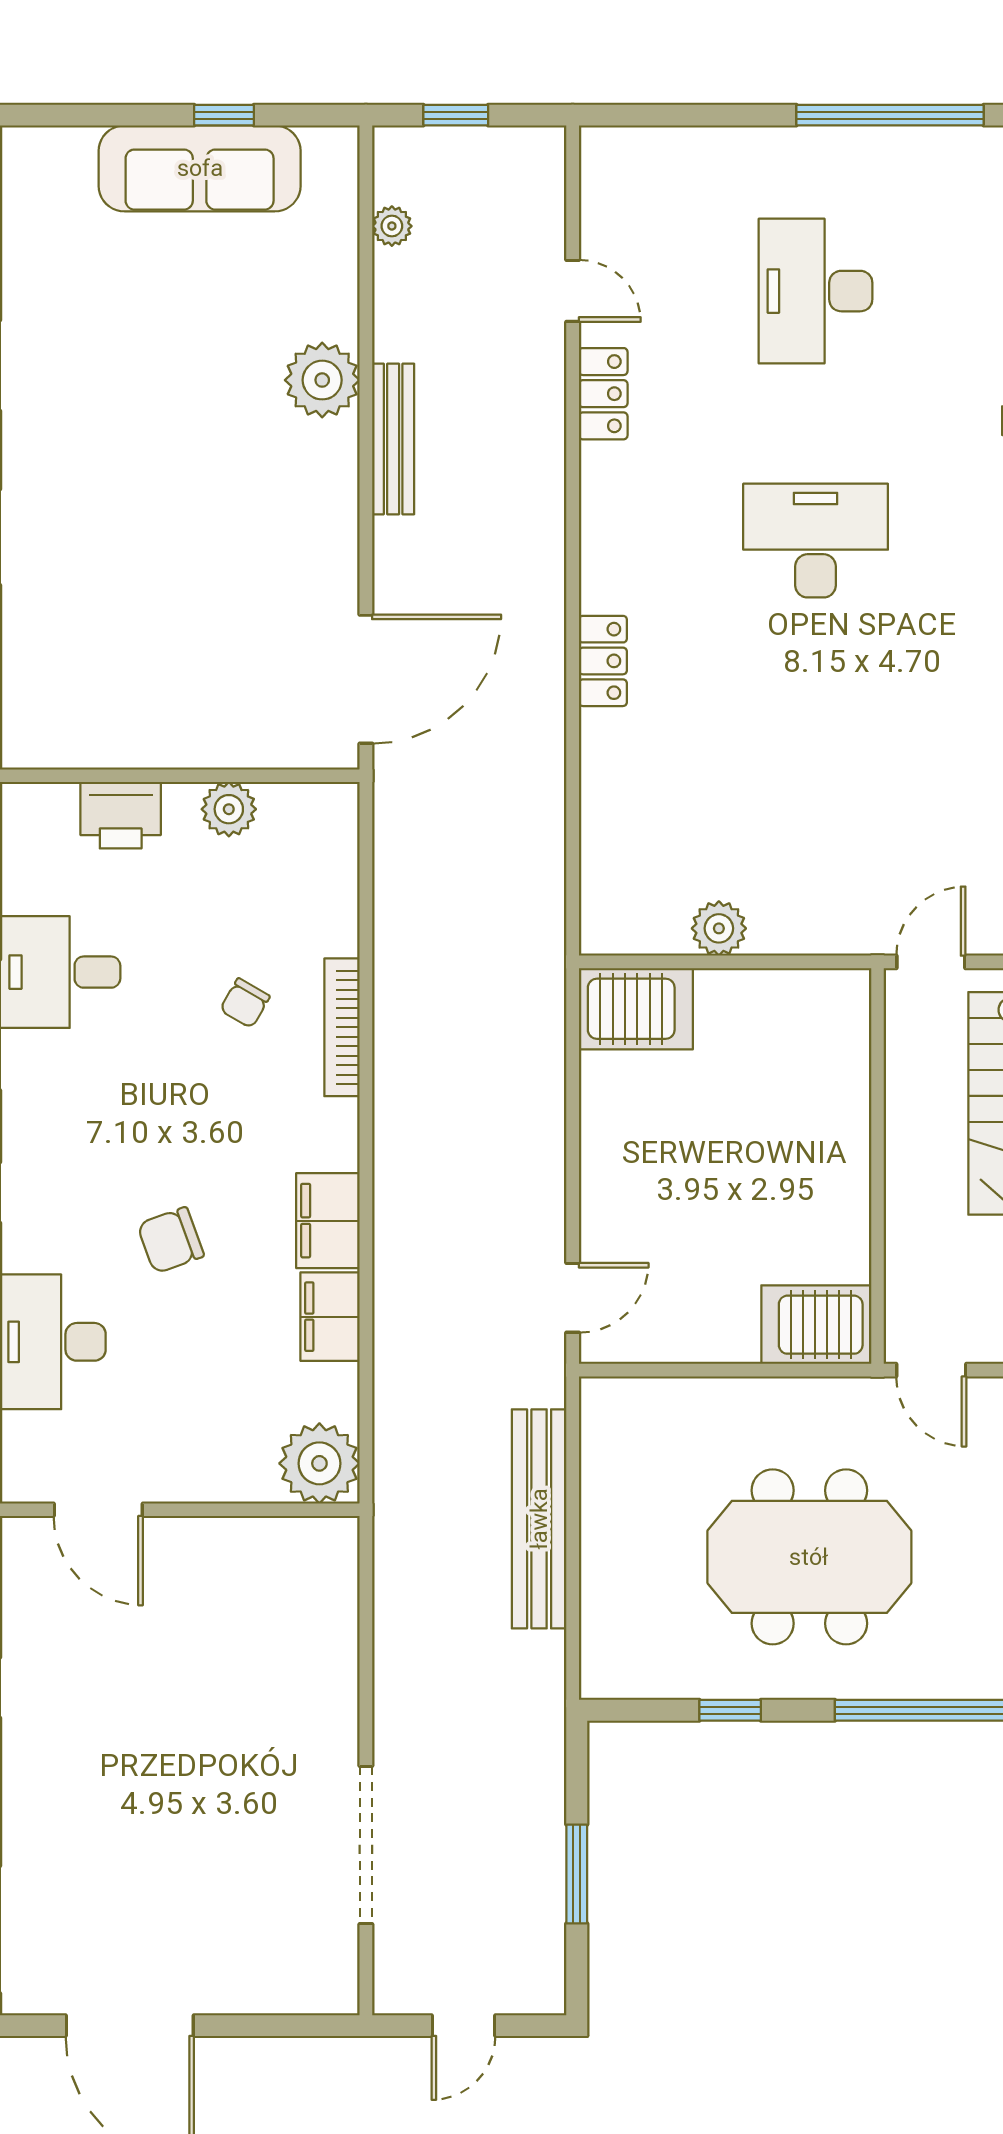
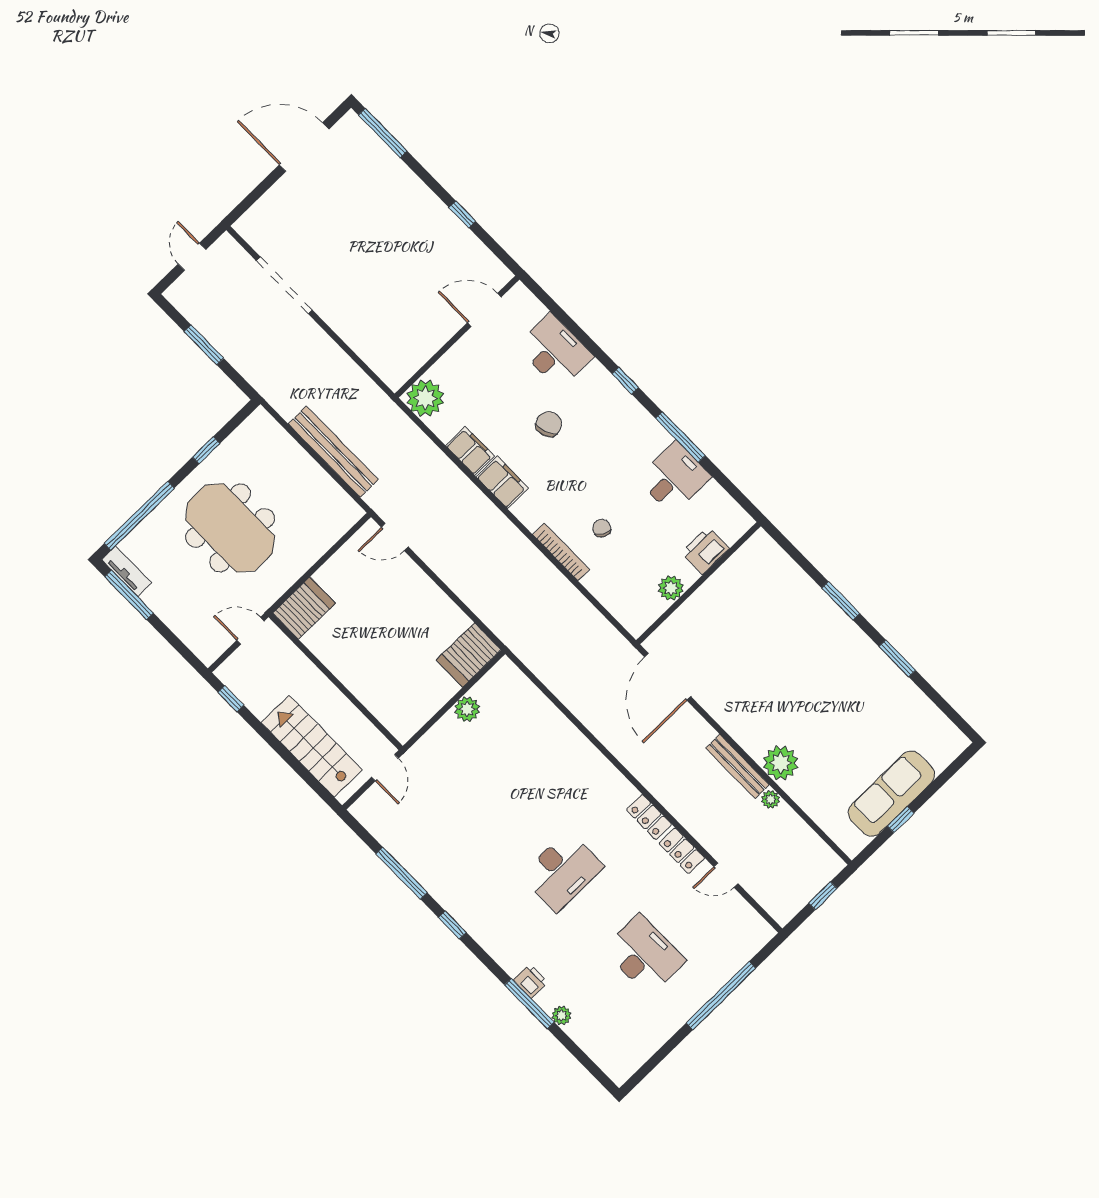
window: (890, 115) -> (721, 996), moved
plant: (392, 226) -> (771, 799), moved
locker: (603, 661) -> (649, 817), moved
door: (573, 1298) -> (395, 537), hinge flipped
meeting table: (809, 1557) -> (230, 528), turned 90

